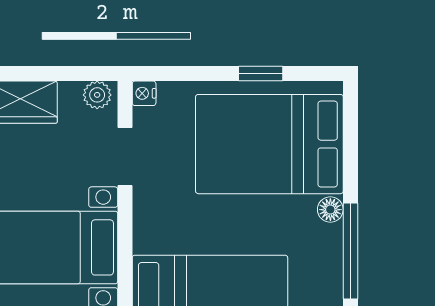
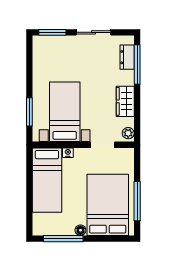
window: (261, 74) -> (137, 201), width x2.17
nightstand: (144, 93) -> (68, 153), moved

